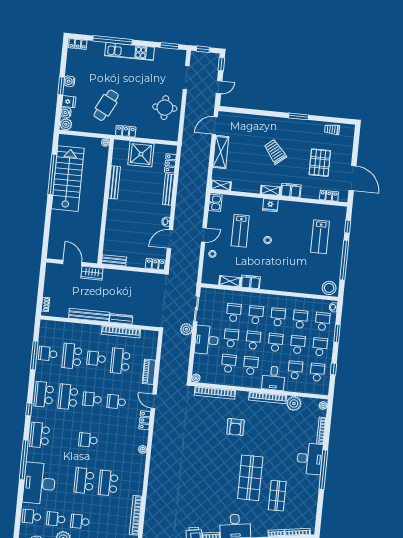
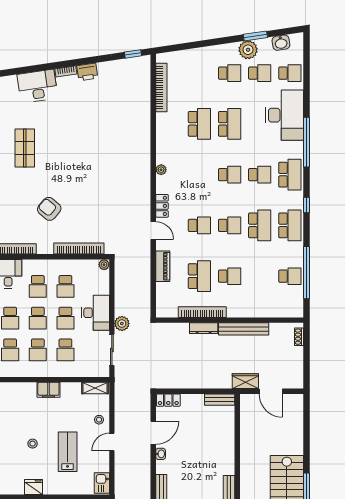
shelving: (230, 281) -> (95, 388), moved
window: (34, 355) -> (307, 273), width x1.46
school desk: (72, 356) -> (260, 175), moved, width x0.54
armchair: (235, 427) -> (49, 209), turned -50
shop shelf: (250, 478) -> (25, 148), width x0.70, depth x0.74

